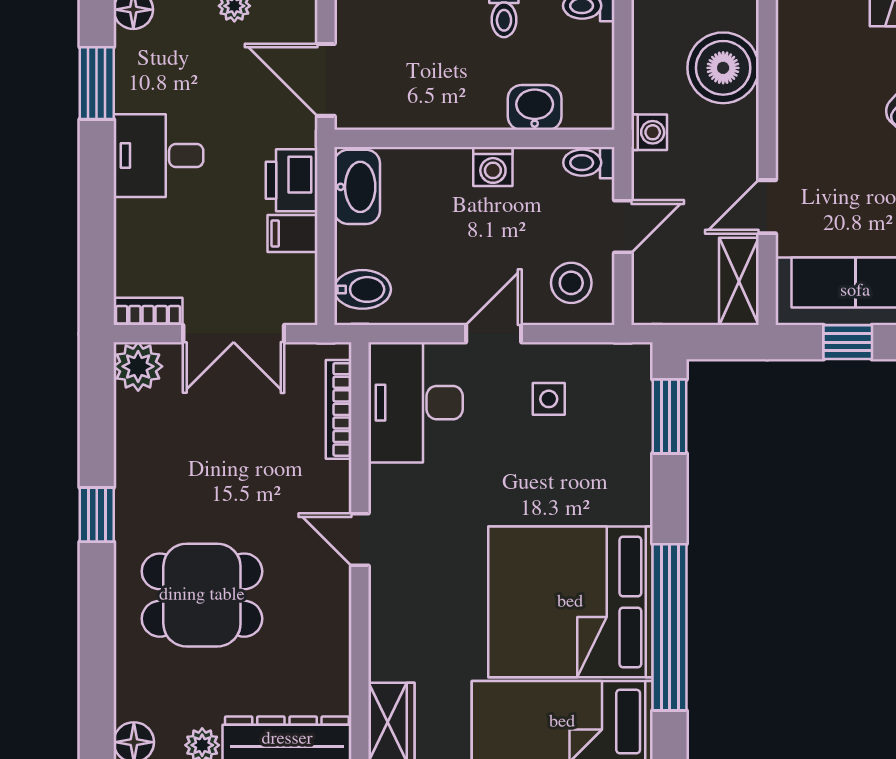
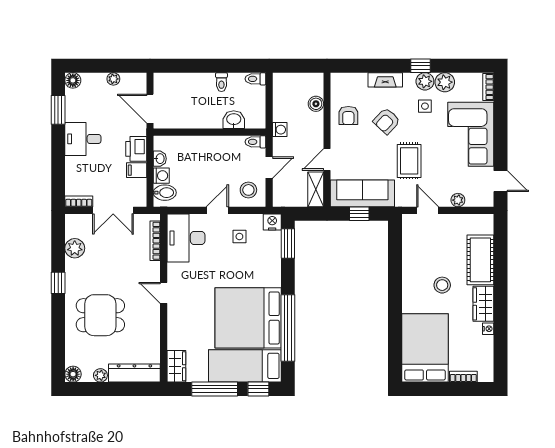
boiler: (723, 68) -> (316, 104), width x0.54, depth x0.54
armchair: (820, 97) -> (348, 116), added
washing machine: (493, 167) -> (161, 176), moved, turned -90
washbasin: (357, 187) -> (160, 159), width x0.52, depth x0.69
nightstand: (631, 362) -> (272, 222), added
plant: (138, 366) -> (75, 248), moved

